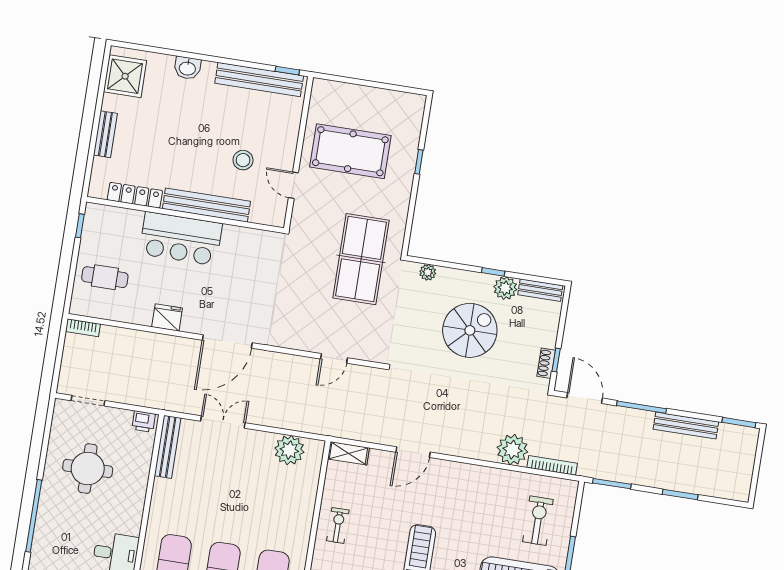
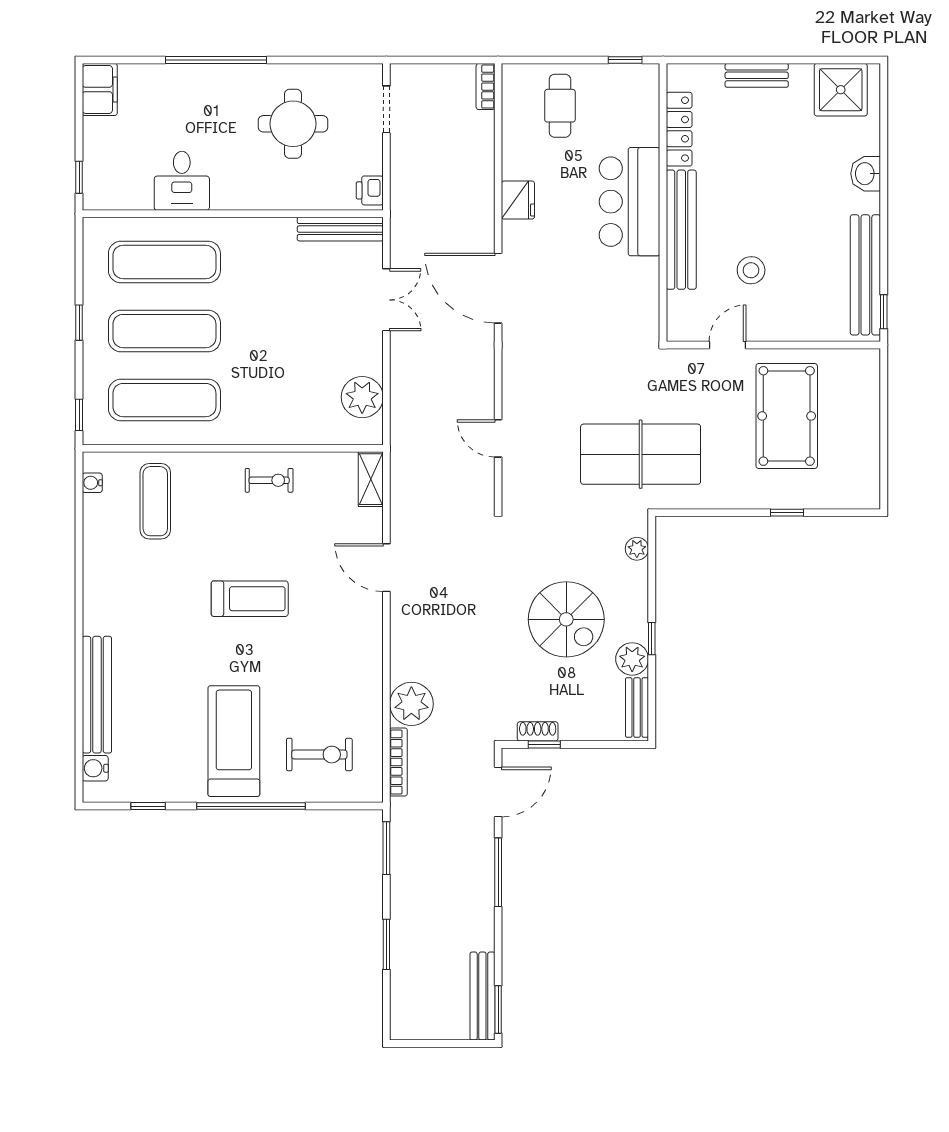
bench: (686, 426) -> (482, 996), moved

